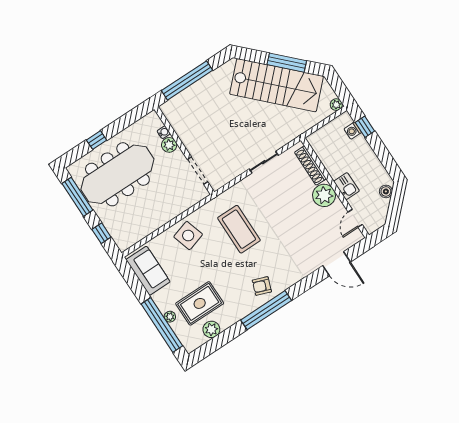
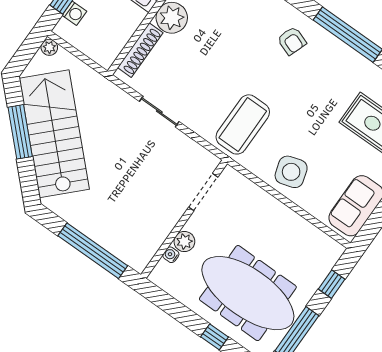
coffee table: (239, 229) -> (243, 124), moved
armchair: (262, 286) -> (292, 41), moved

